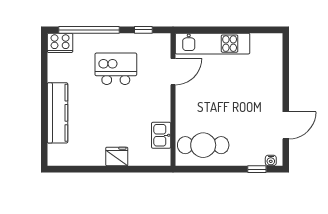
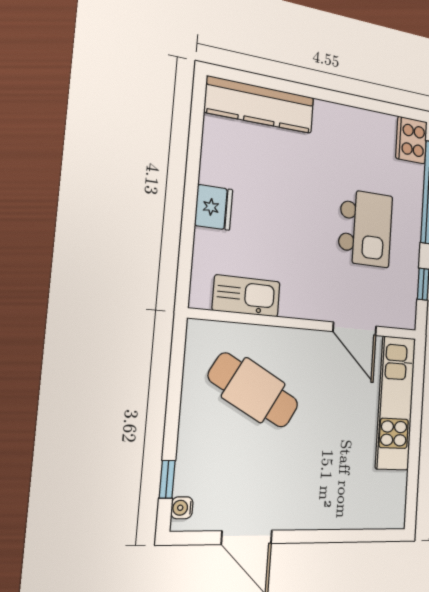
kitchen counter: (58, 113) -> (260, 105), moved
kitchen sink: (161, 135) -> (246, 296), width x1.38
cafe table: (203, 145) -> (254, 390), moved, turned -61

